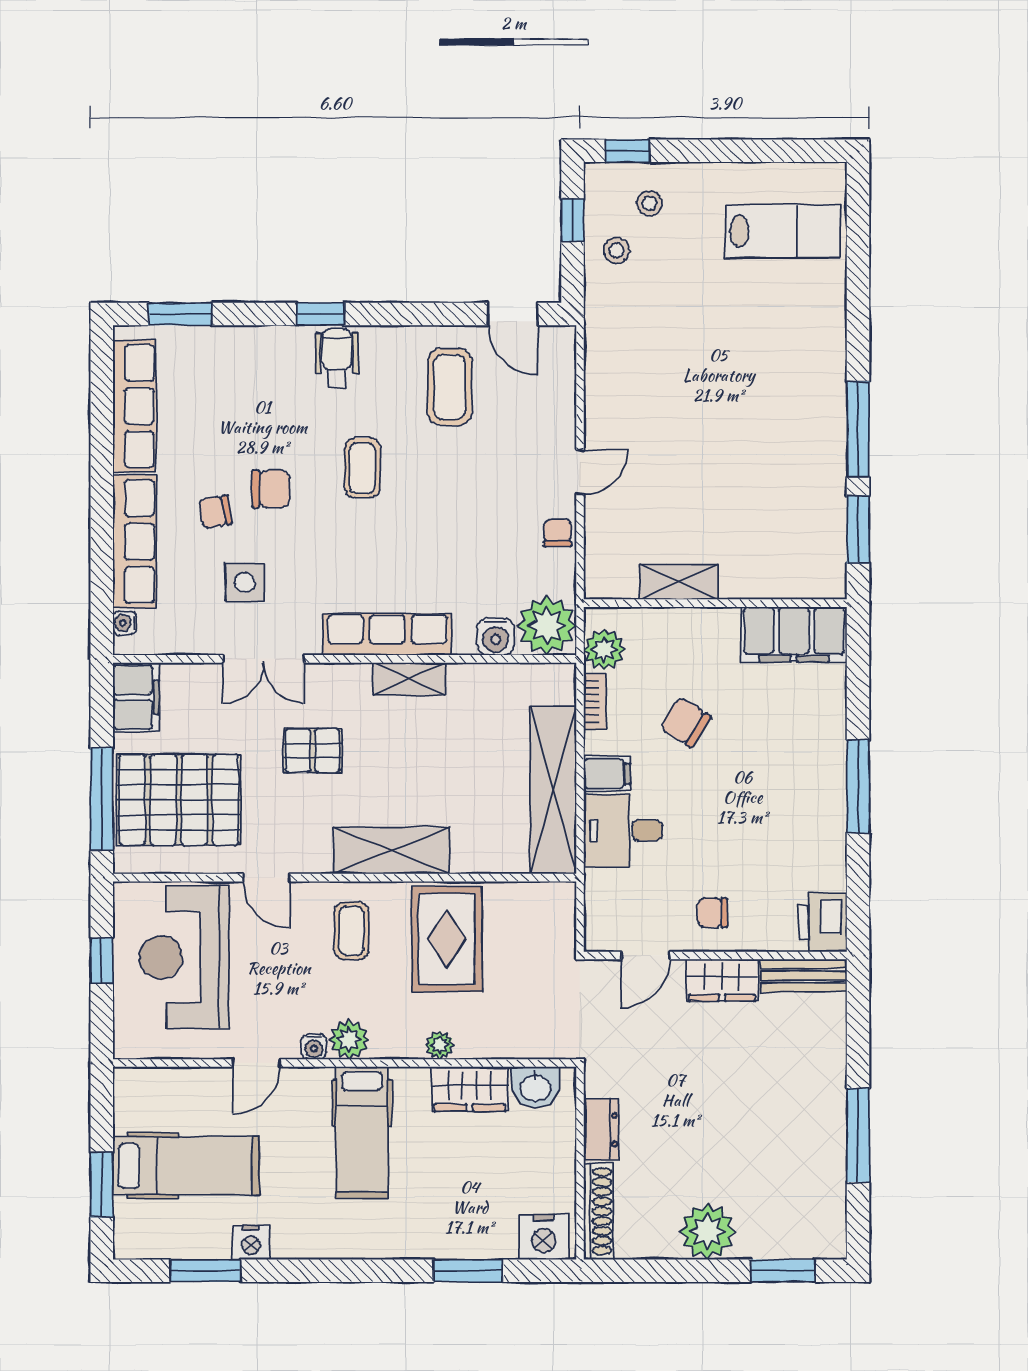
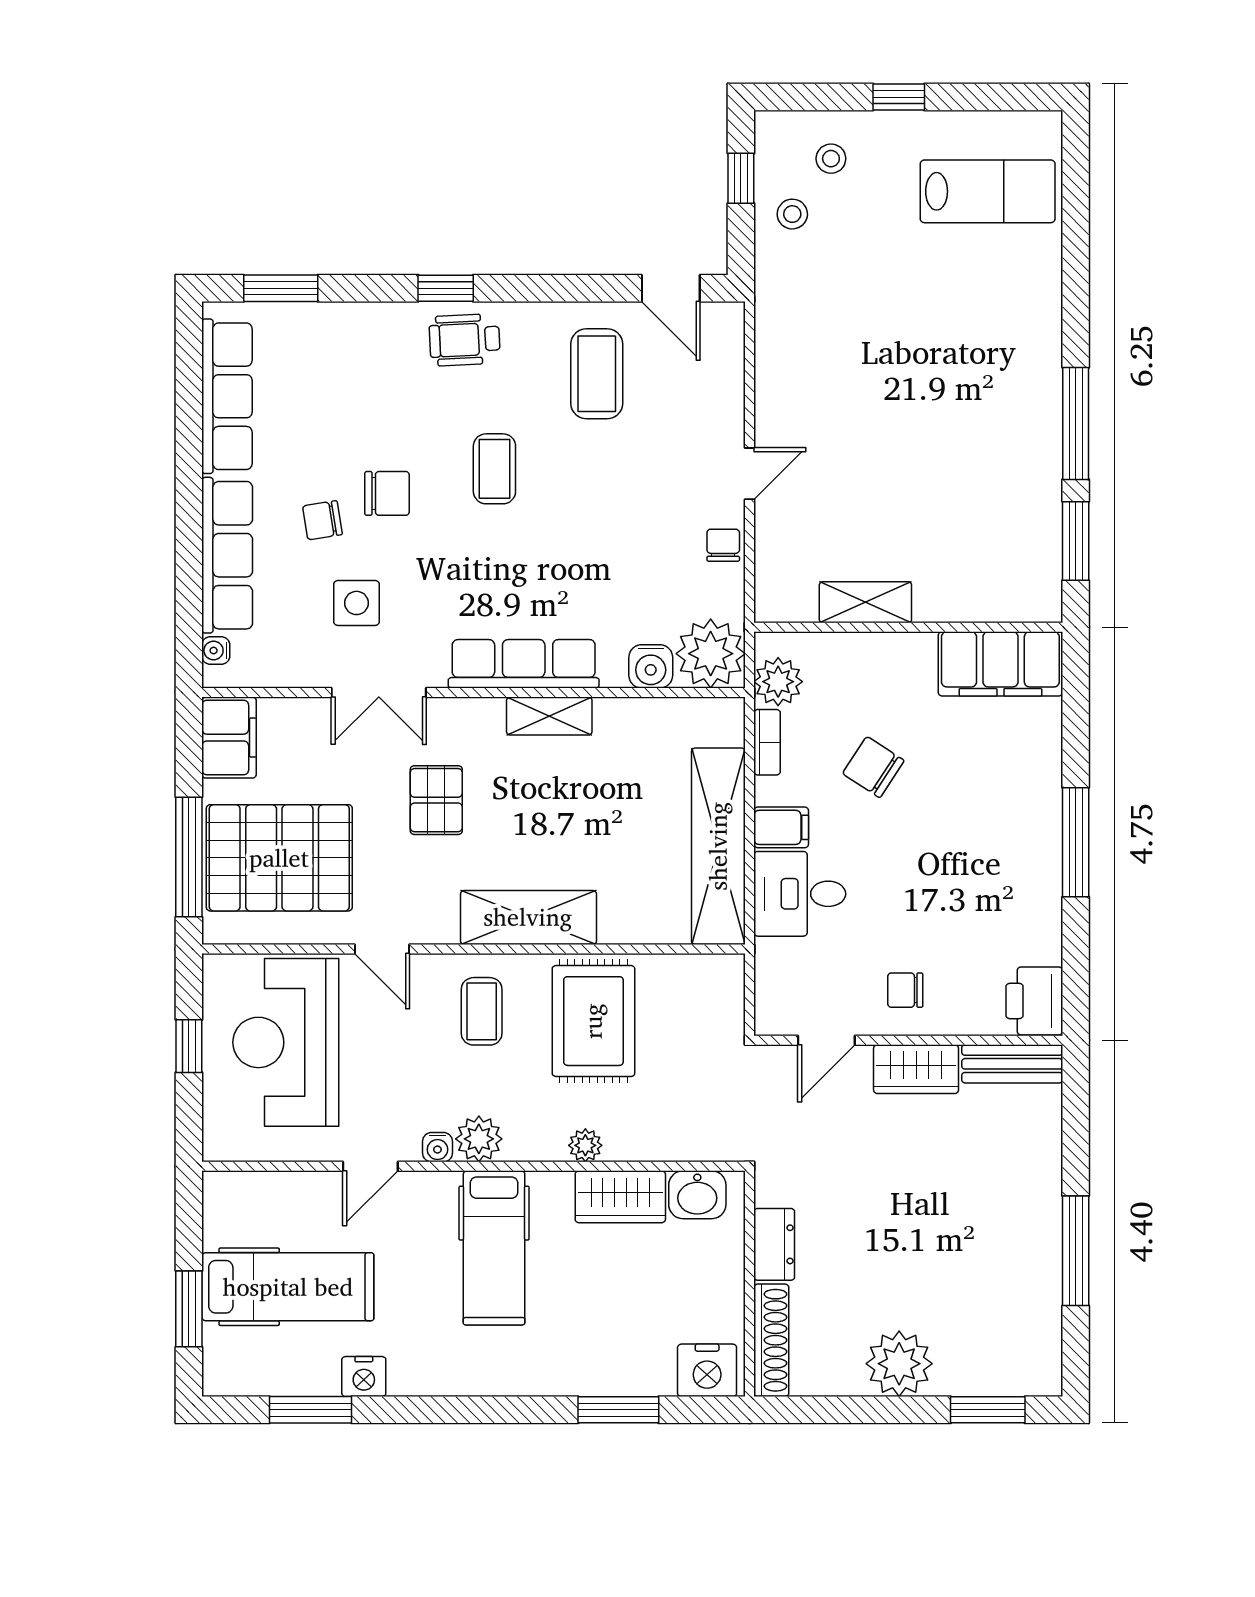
window: (628, 151) -> (899, 97), moved
wheelchair: (337, 358) -> (465, 340), turned -93
pallet: (313, 751) -> (436, 800), turned 90

